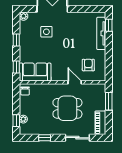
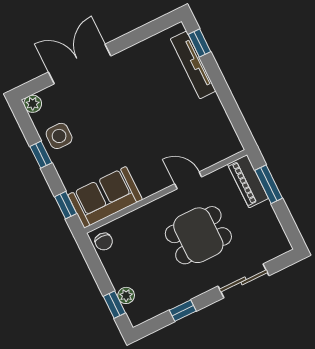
side table: (46, 32) -> (59, 136), moved
armchair: (88, 65) -> (198, 136), removed
piano: (100, 123) -> (248, 181), moved

